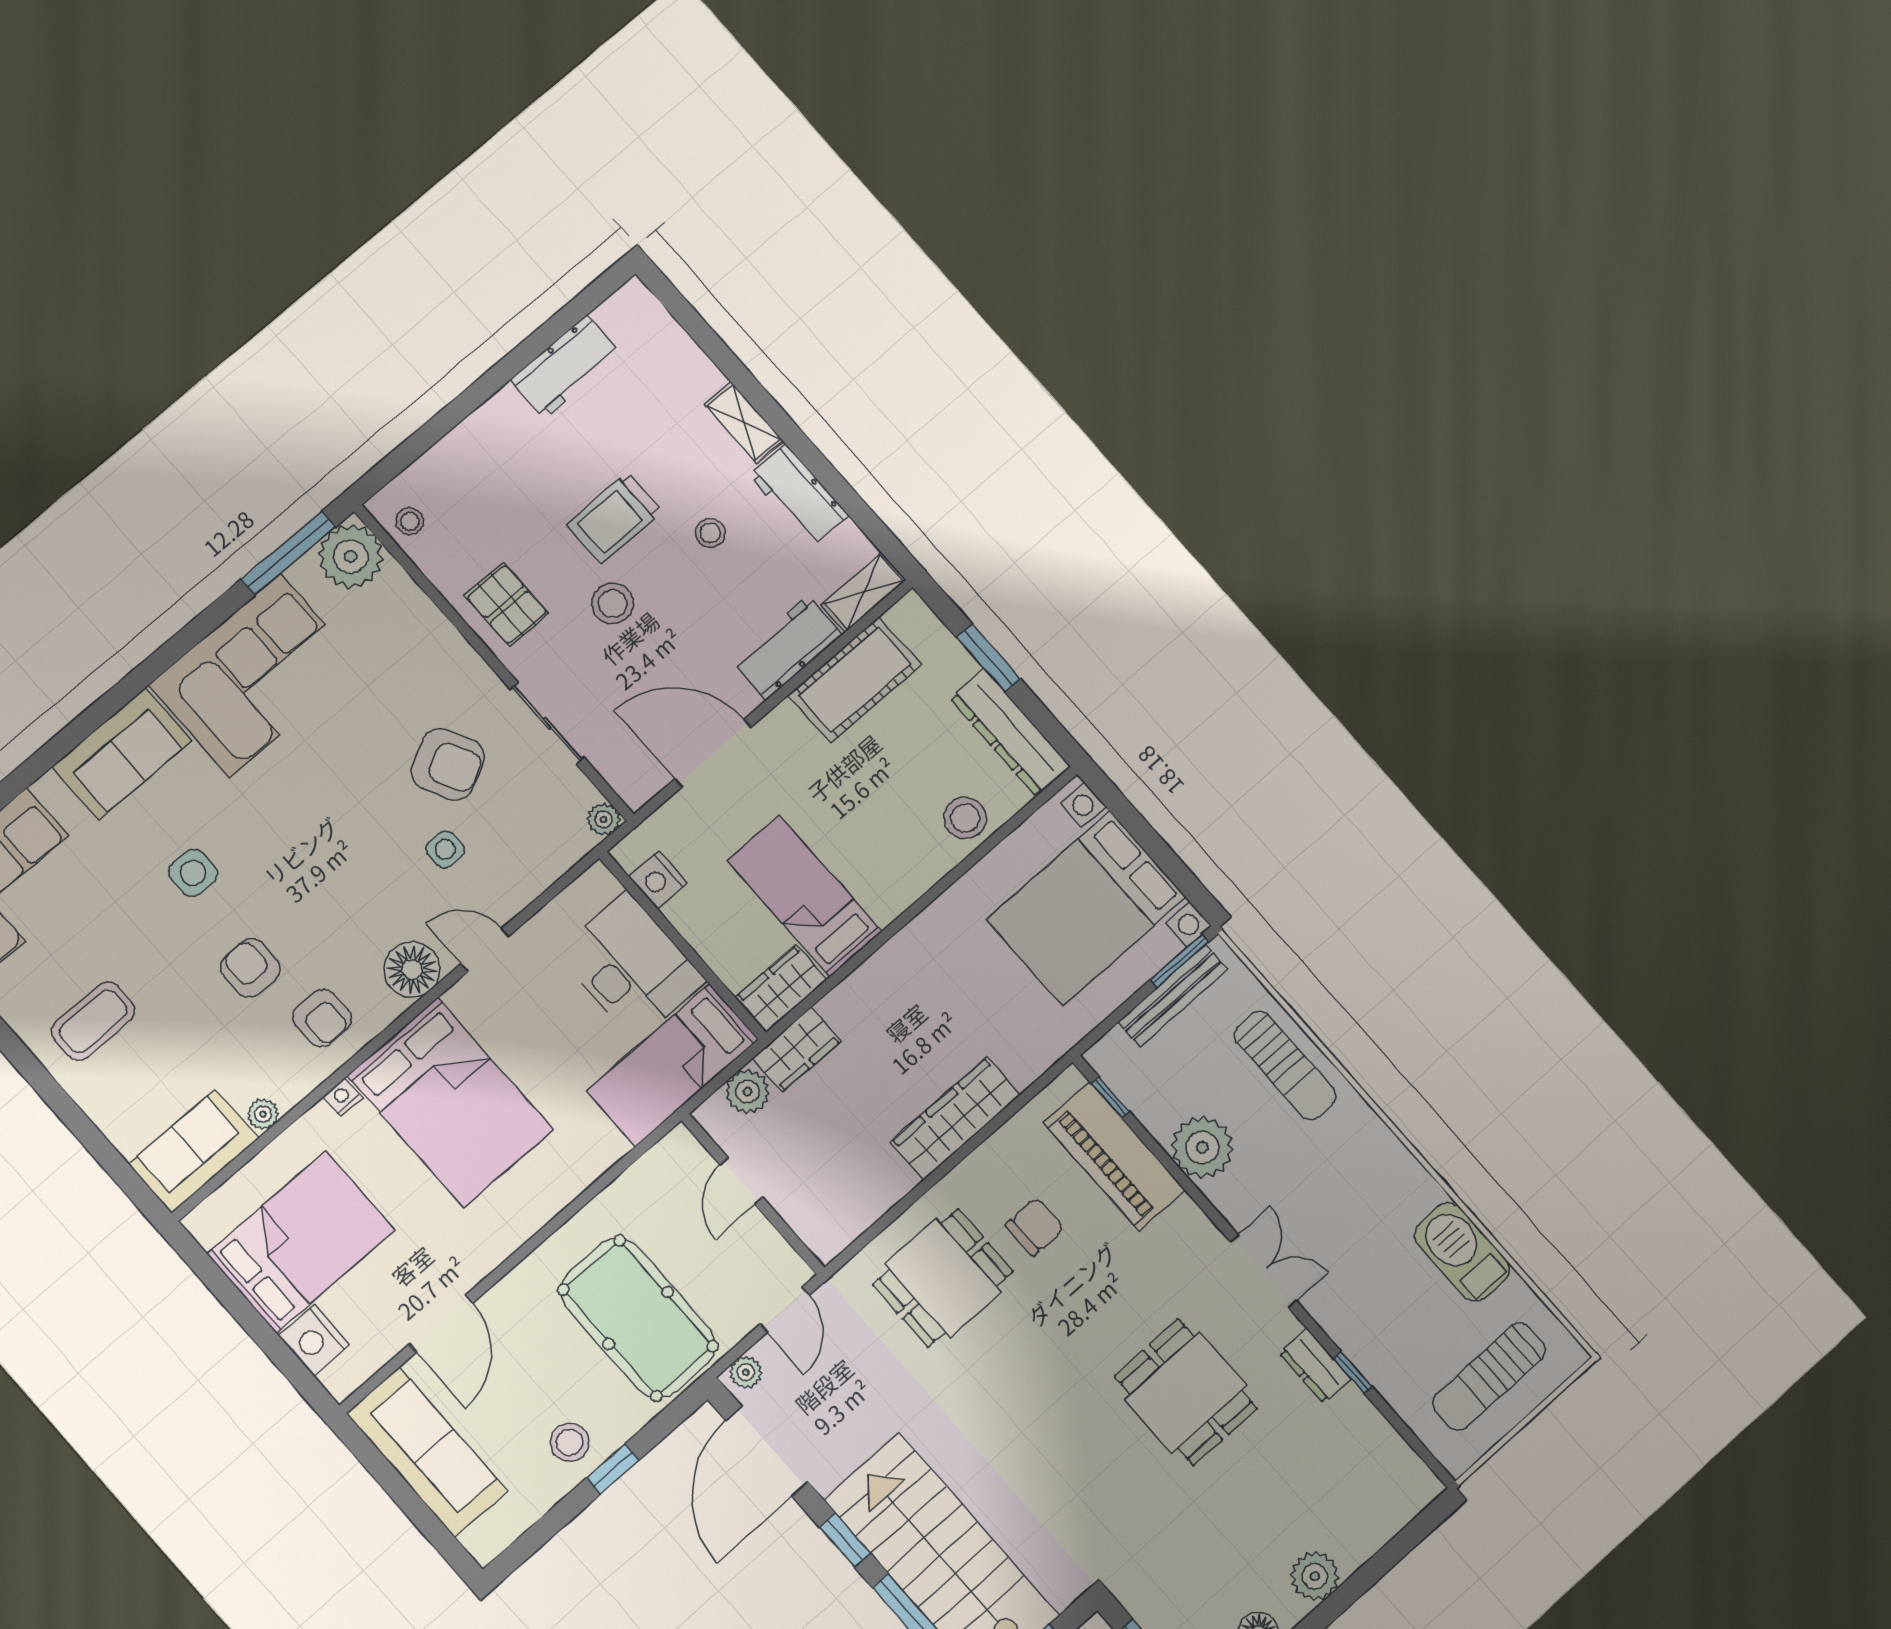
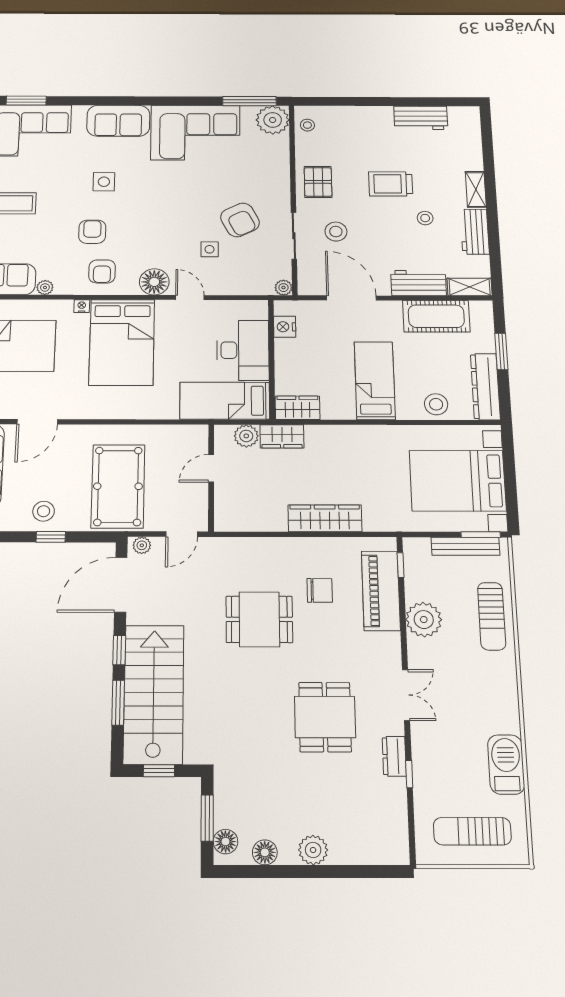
stool: (613, 604) -> (336, 232), moved
bed: (804, 896) -> (375, 381), moved
dining table: (943, 1278) -> (259, 619), moved

